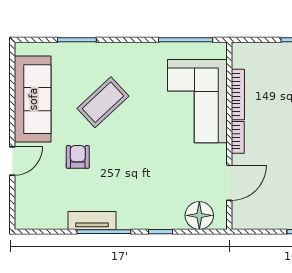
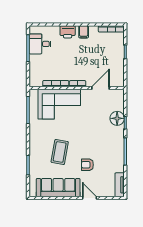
coffee table: (103, 102) -> (60, 152), turned 53
door: (229, 183) -> (101, 88), hinge flipped
floor lamp: (199, 215) -> (117, 118), moved
tv unit: (92, 220) -> (120, 185), moved

